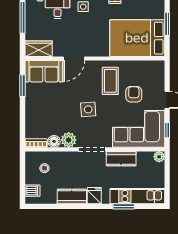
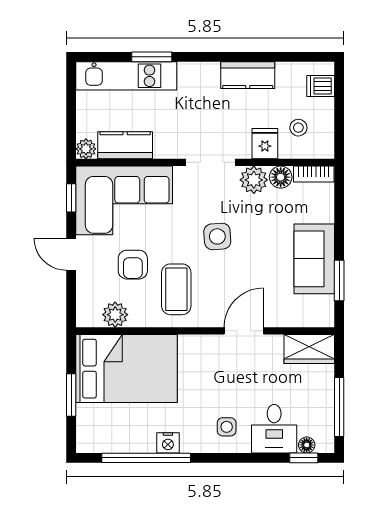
plant: (143, 67) -> (115, 315), added
sofa: (44, 71) -> (314, 259), moved, turned -90
kitchen counter: (121, 159) -> (125, 145), moved
fridge: (94, 196) -> (265, 144), moved, turned 180

